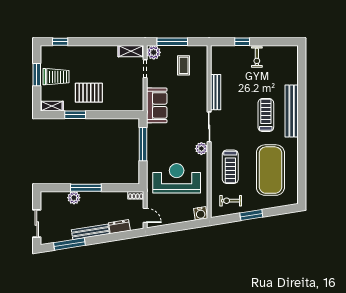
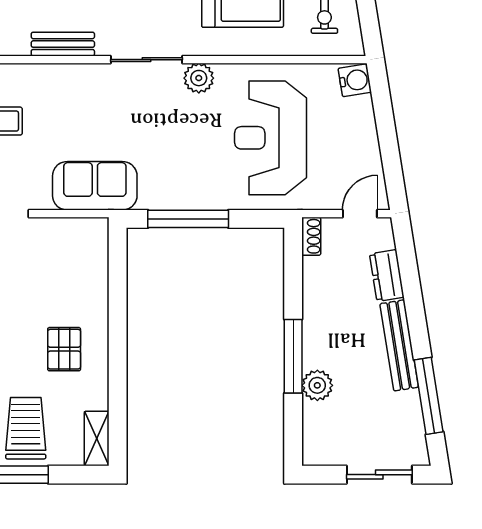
bench: (216, 92) -> (63, 44), width x0.73
pallet: (89, 93) -> (64, 349), width x0.67, depth x0.71
window: (75, 115) -> (118, 382), removed

